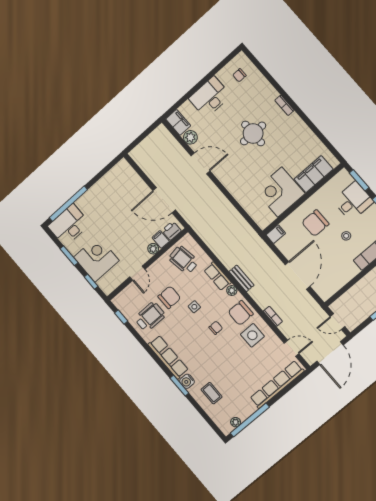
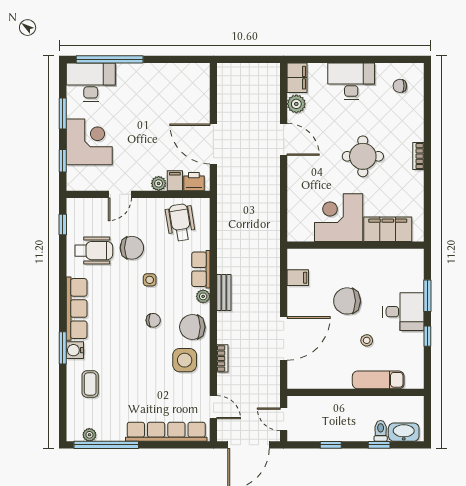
filing cabinet: (314, 174) -> (388, 229), moved
corner desk: (280, 192) -> (339, 218), moved
wall: (303, 199) -> (355, 245), moved

